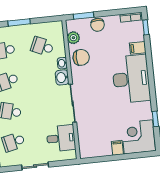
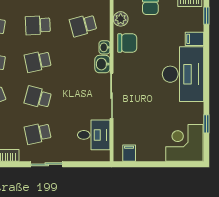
school desk: (42, 46) -> (83, 25), turned -39
filing cabinet: (117, 148) -> (129, 153), moved
sliding door: (35, 166) -> (47, 164), moved

